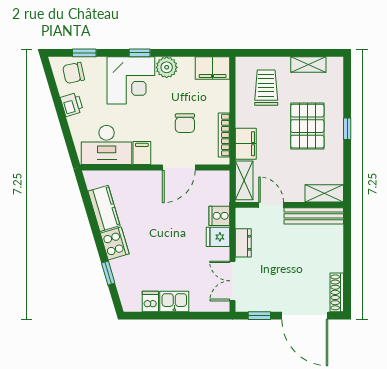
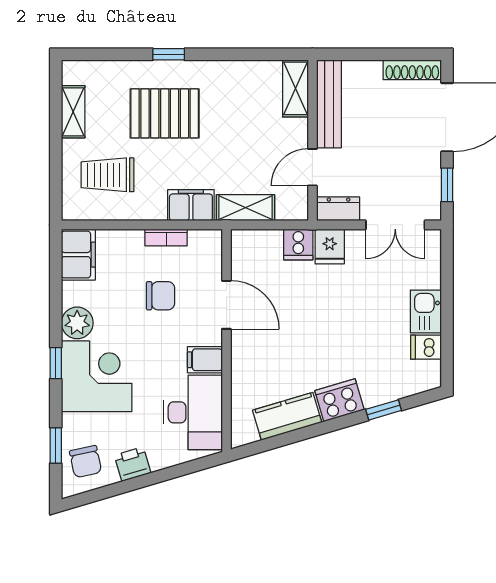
bookcase: (224, 135) -> (166, 238), width x0.64
shelving: (324, 193) -> (295, 88), moved
door: (271, 205) -> (312, 167), moved
wall: (289, 205) -> (312, 140), moved
bench: (314, 216) -> (329, 104), moved

